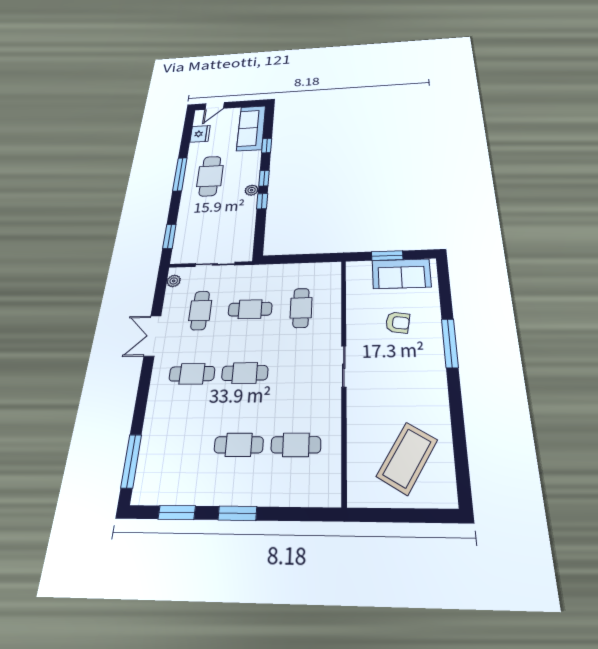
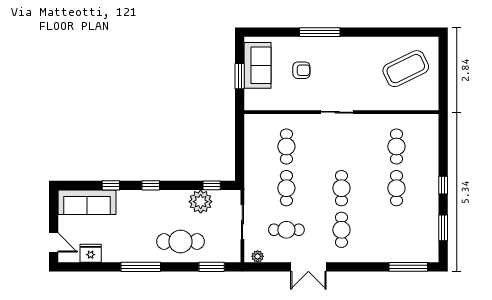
cafe table: (210, 176) -> (180, 242), moved
plant: (252, 190) -> (201, 202), moved, width x1.88, depth x1.88
window: (262, 201) -> (212, 185), moved
cafe table: (301, 308) -> (286, 147), turned 90
armchair: (398, 322) -> (301, 70), turned 81
coffee table: (407, 458) -> (406, 69), turned -57
window: (237, 513) -> (443, 185), width x0.67

